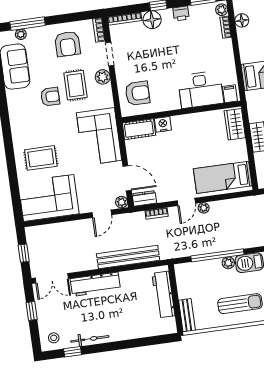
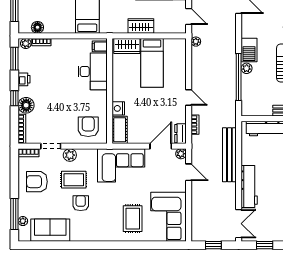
armchair: (68, 44) -> (37, 182), turned 180
bed: (223, 177) -> (152, 63), moved
plant: (204, 208) -> (196, 42), moved

